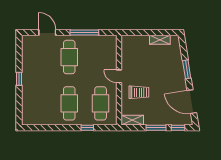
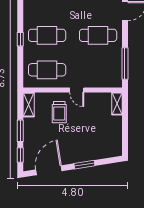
window: (84, 33) -> (125, 64), moved
shelving: (160, 40) -> (117, 104), moved
door: (119, 76) -> (77, 90), swing flipped
window: (87, 128) -> (20, 39), moved

